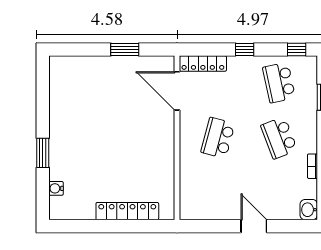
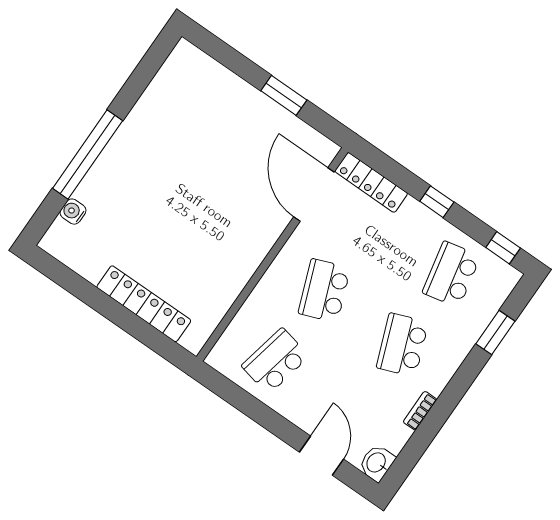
school desk: (218, 138) -> (324, 291), turned -36
window: (43, 153) -> (88, 154), width x2.11
school desk: (218, 193) -> (275, 361), added
door: (254, 226) -> (322, 456), moved

